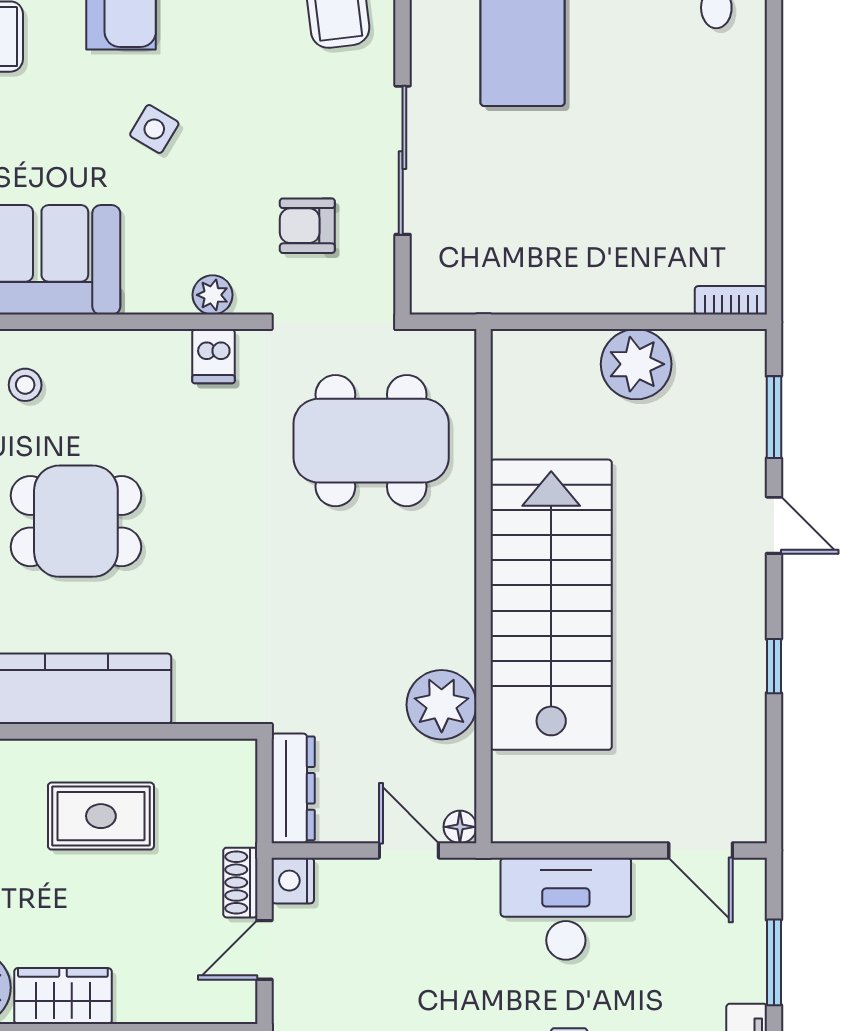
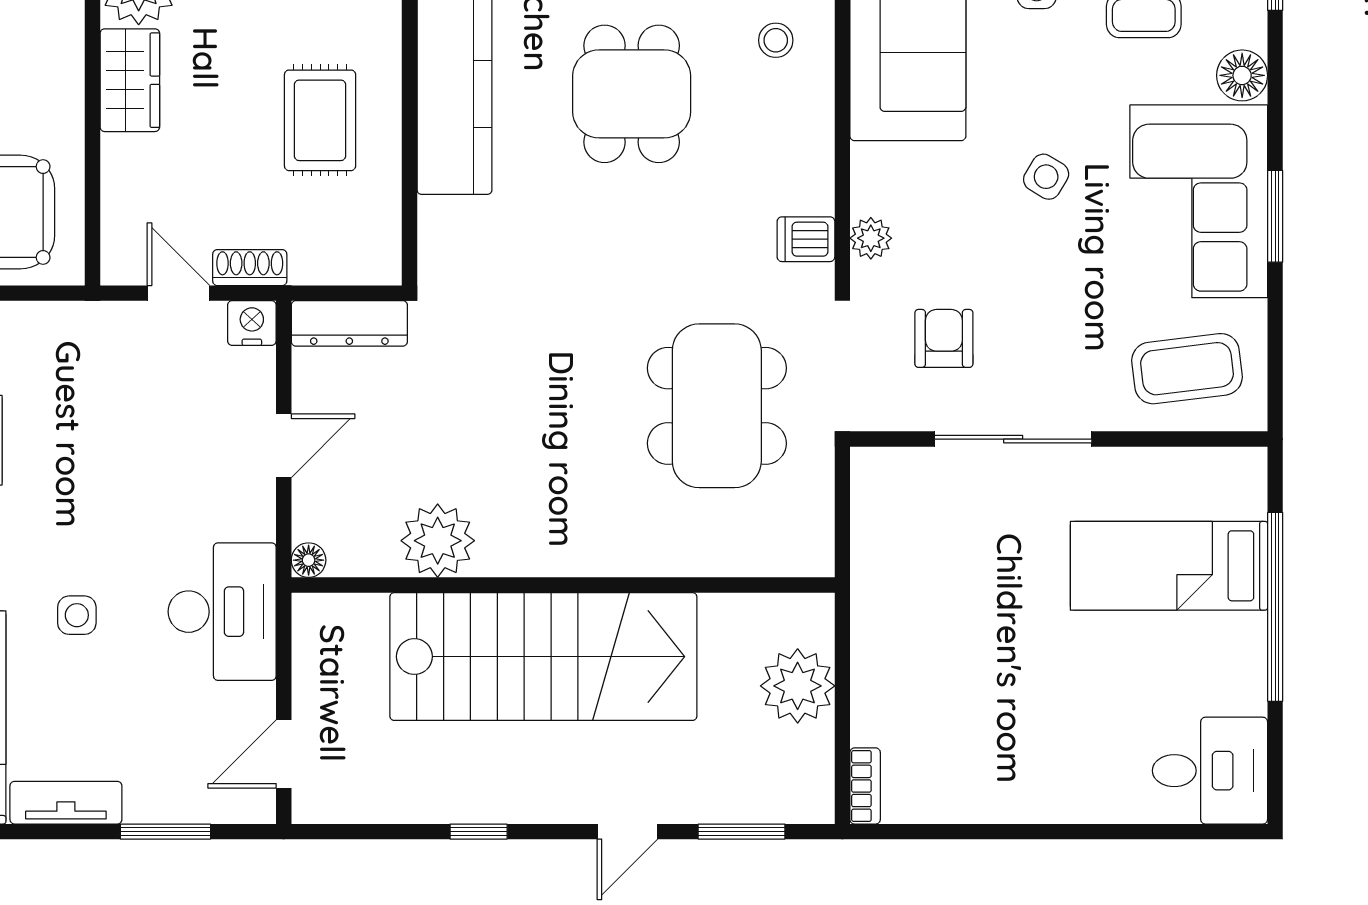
wall: (483, 586) -> (563, 585), moved
stairs: (551, 605) -> (543, 657), moved
plant: (442, 705) -> (438, 541), moved
floor lamp: (460, 827) -> (309, 560), moved

